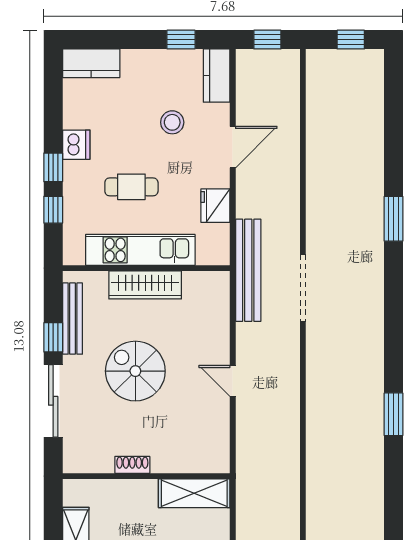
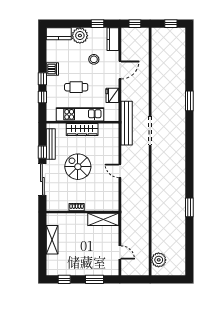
plant: (140, 67) -> (80, 36), added
window: (394, 414) -> (189, 207), moved

